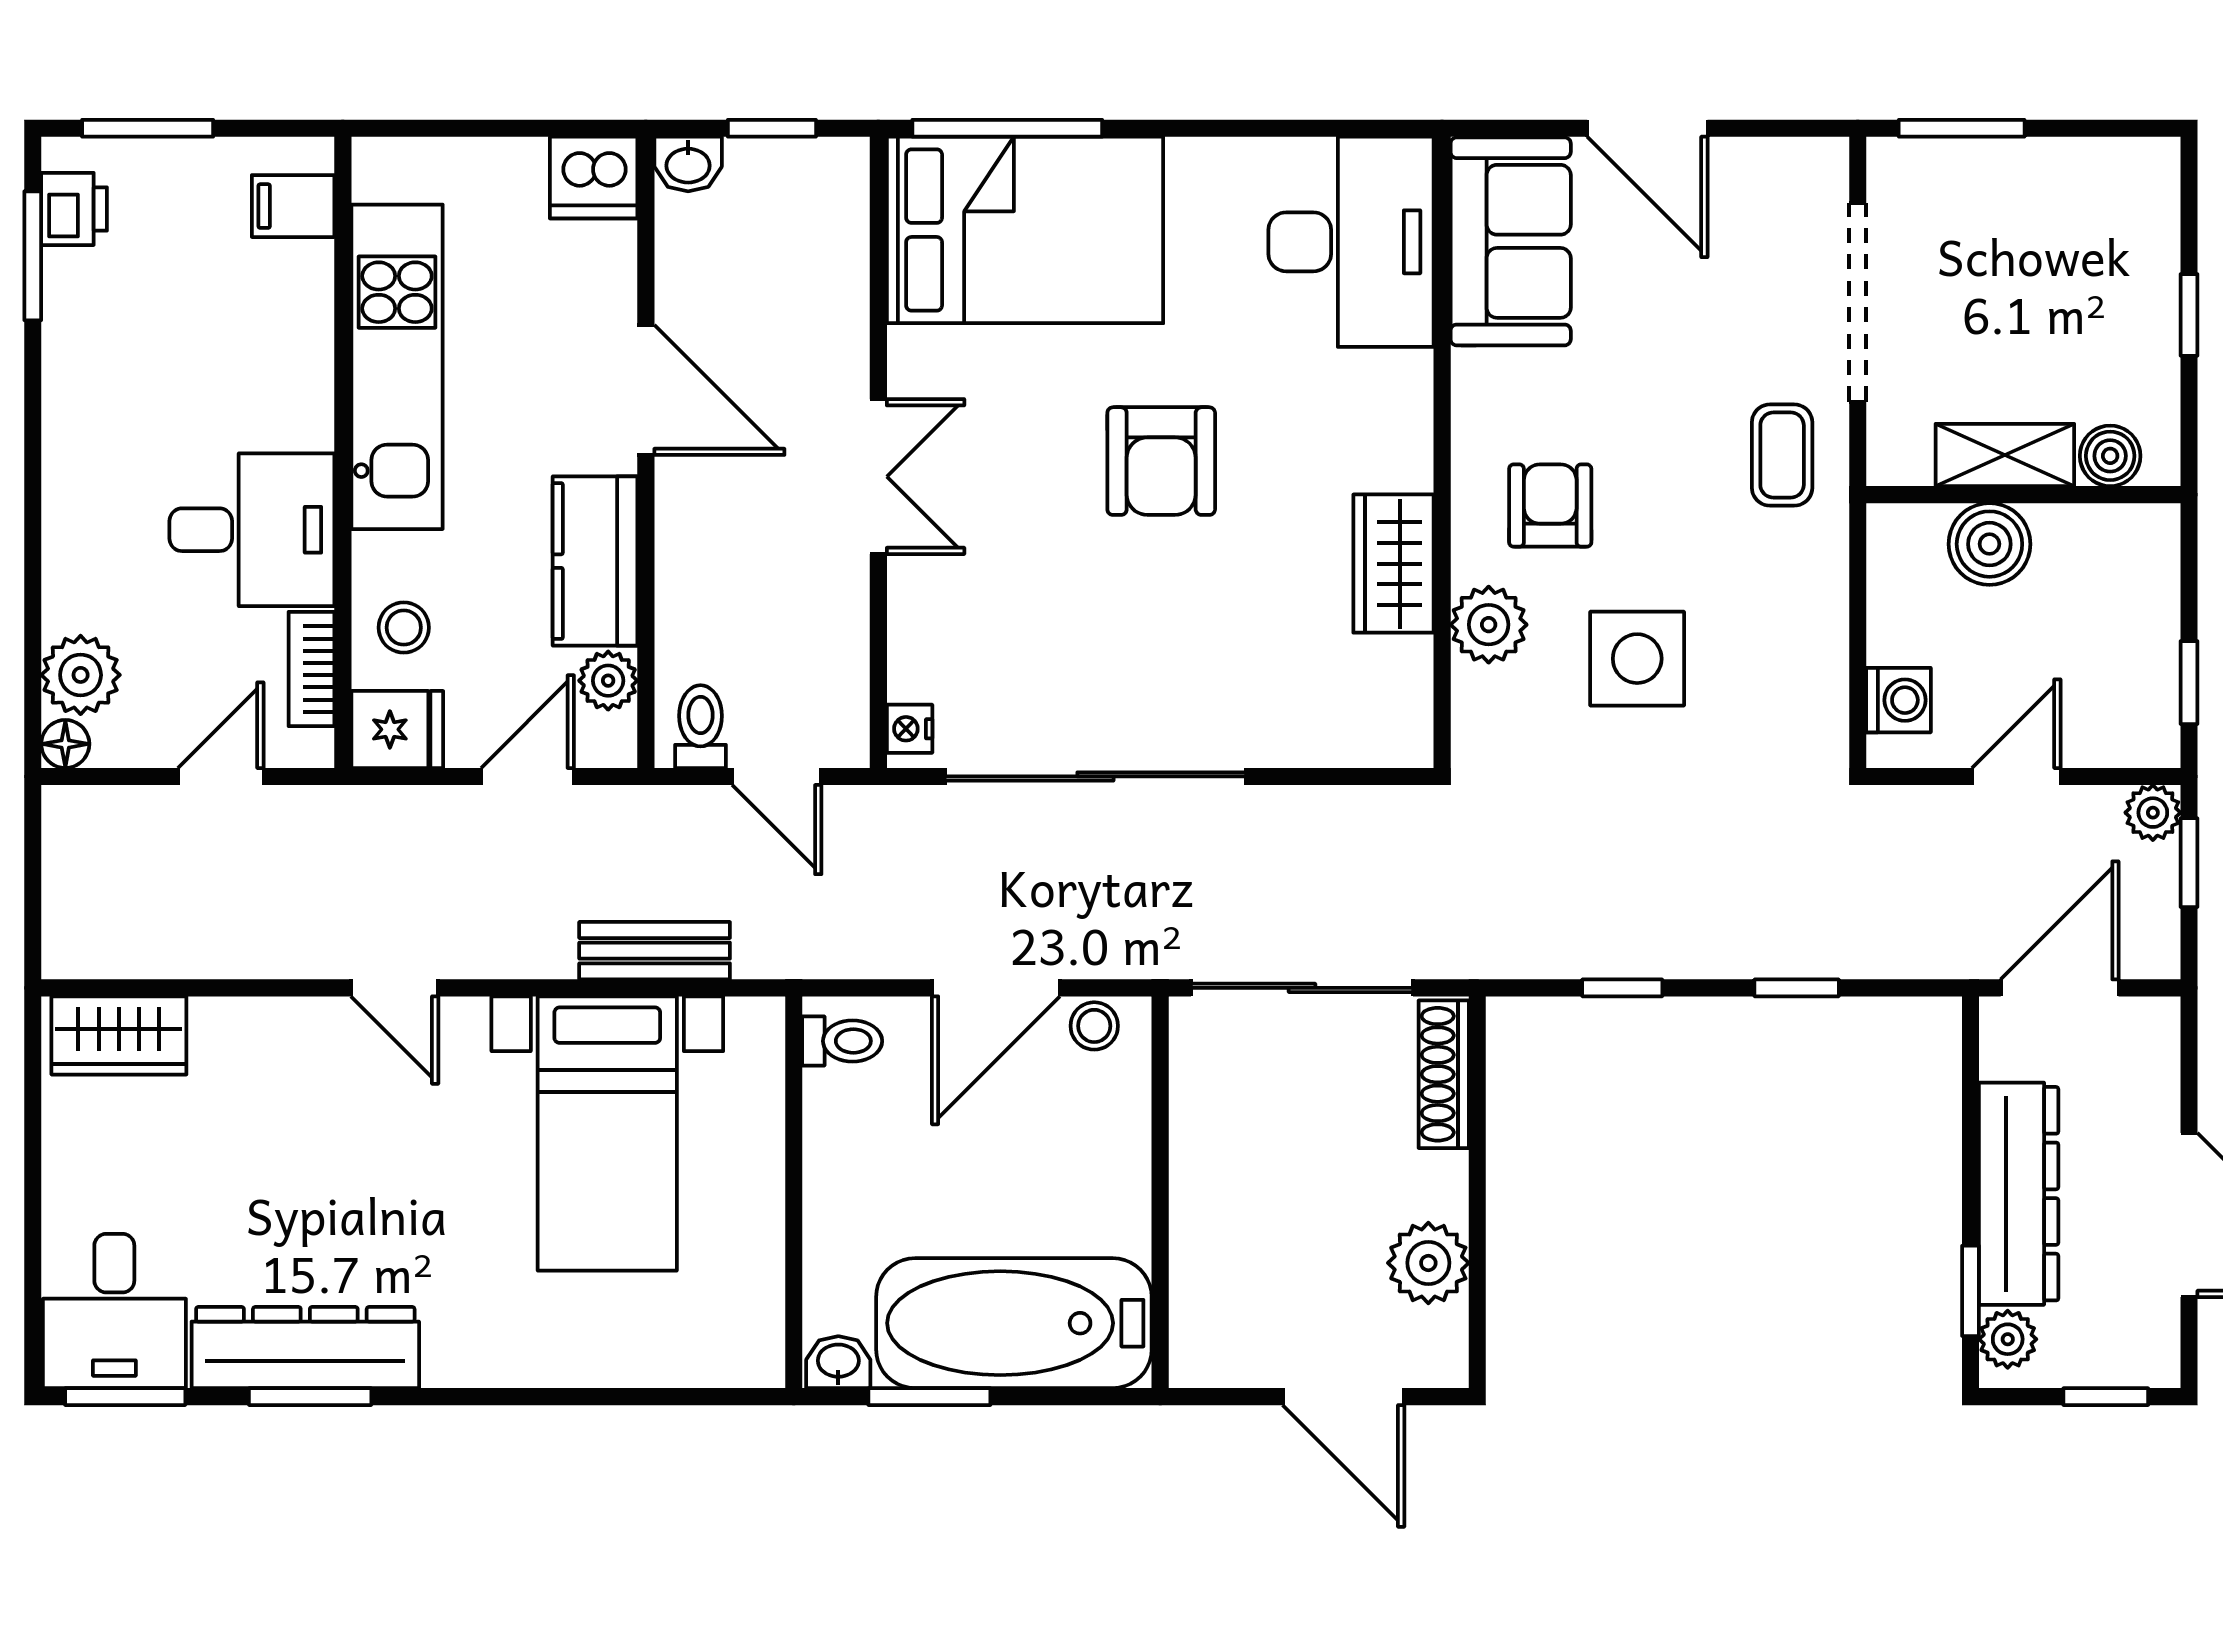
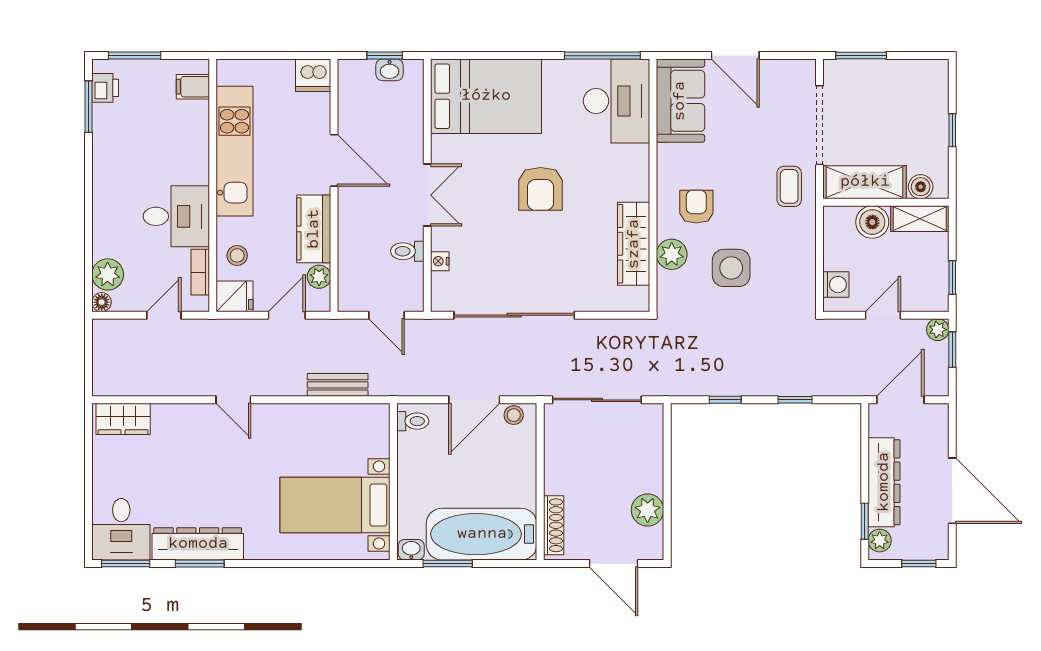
window: (1007, 128) -> (602, 56), moved
washbasin: (688, 164) -> (390, 70), moved
shelving: (2005, 455) -> (865, 182), width x1.50, depth x1.33
shelving: (2108, 536) -> (920, 219), added
wardrobe: (1393, 564) -> (634, 244), width x1.50
toilet: (701, 727) -> (407, 251), moved, turned -90
nightstand: (910, 729) -> (440, 261), moved
shoe rack: (1444, 1074) -> (554, 525), moved, turned 180
bed with nightstands: (607, 1133) -> (335, 505), moved, turned 90

